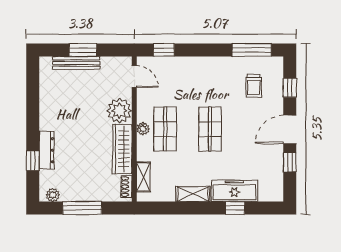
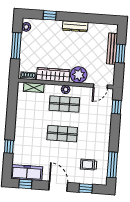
dresser: (47, 150) -> (75, 26), moved
window: (290, 162) -> (25, 184), moved
freezer: (234, 191) -> (27, 173), moved, turned -90
shelving: (193, 194) -> (20, 119), removed

